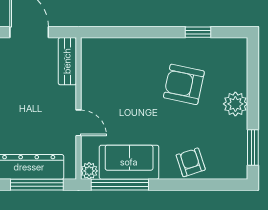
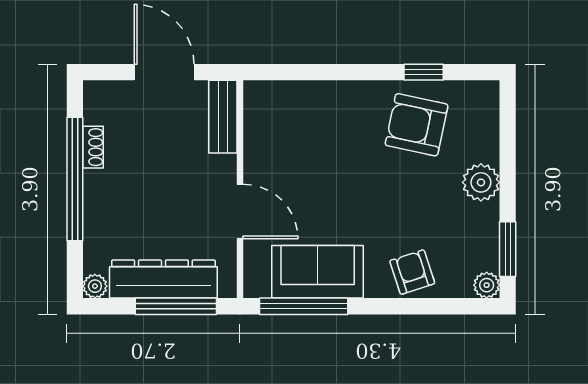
armchair: (184, 84) -> (417, 125), moved
door: (79, 123) -> (240, 211), width x1.38
plant: (89, 171) -> (487, 285), moved

